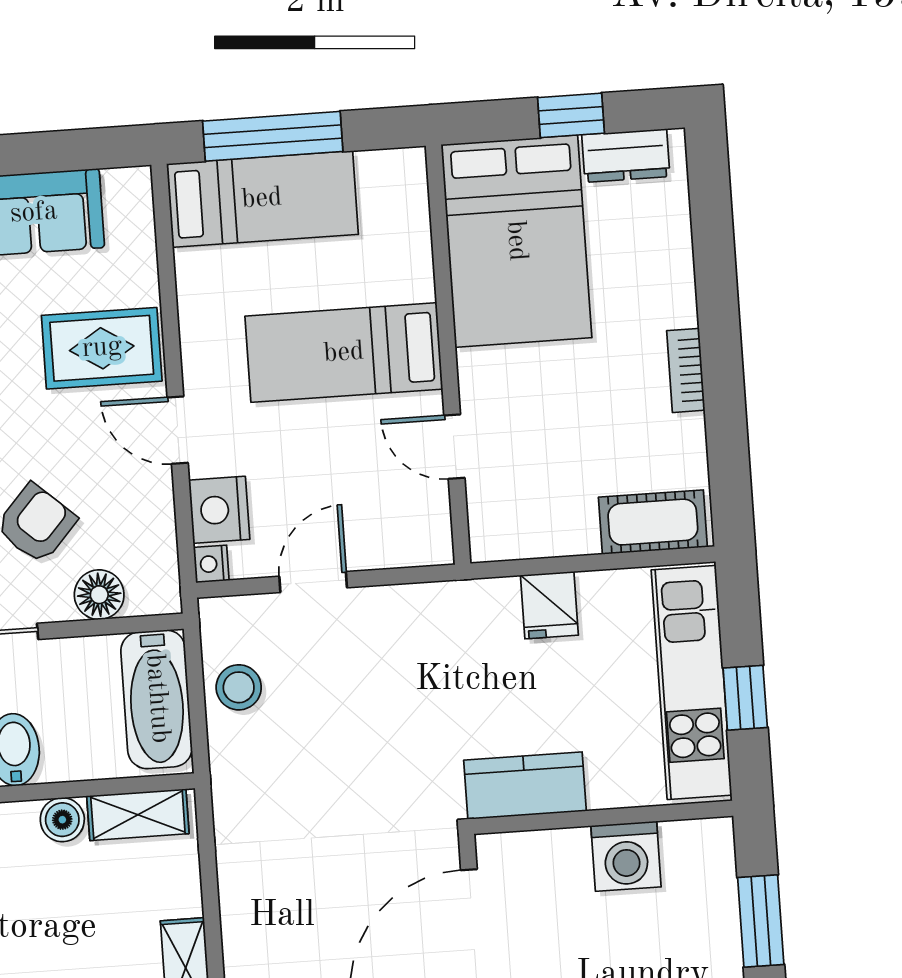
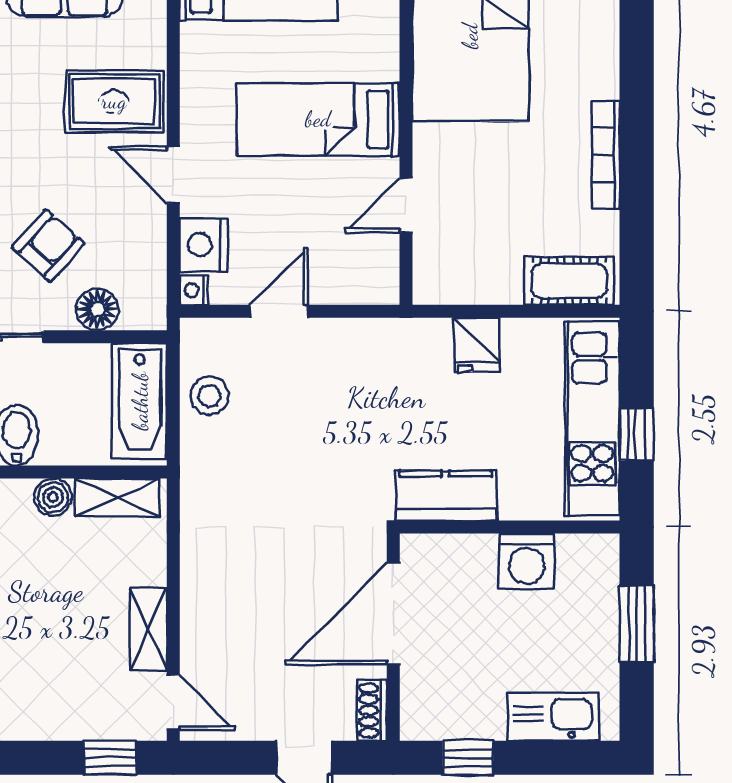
bookcase: (686, 370) -> (606, 155), width x1.56
door: (454, 447) -> (406, 205), hinge flipped

